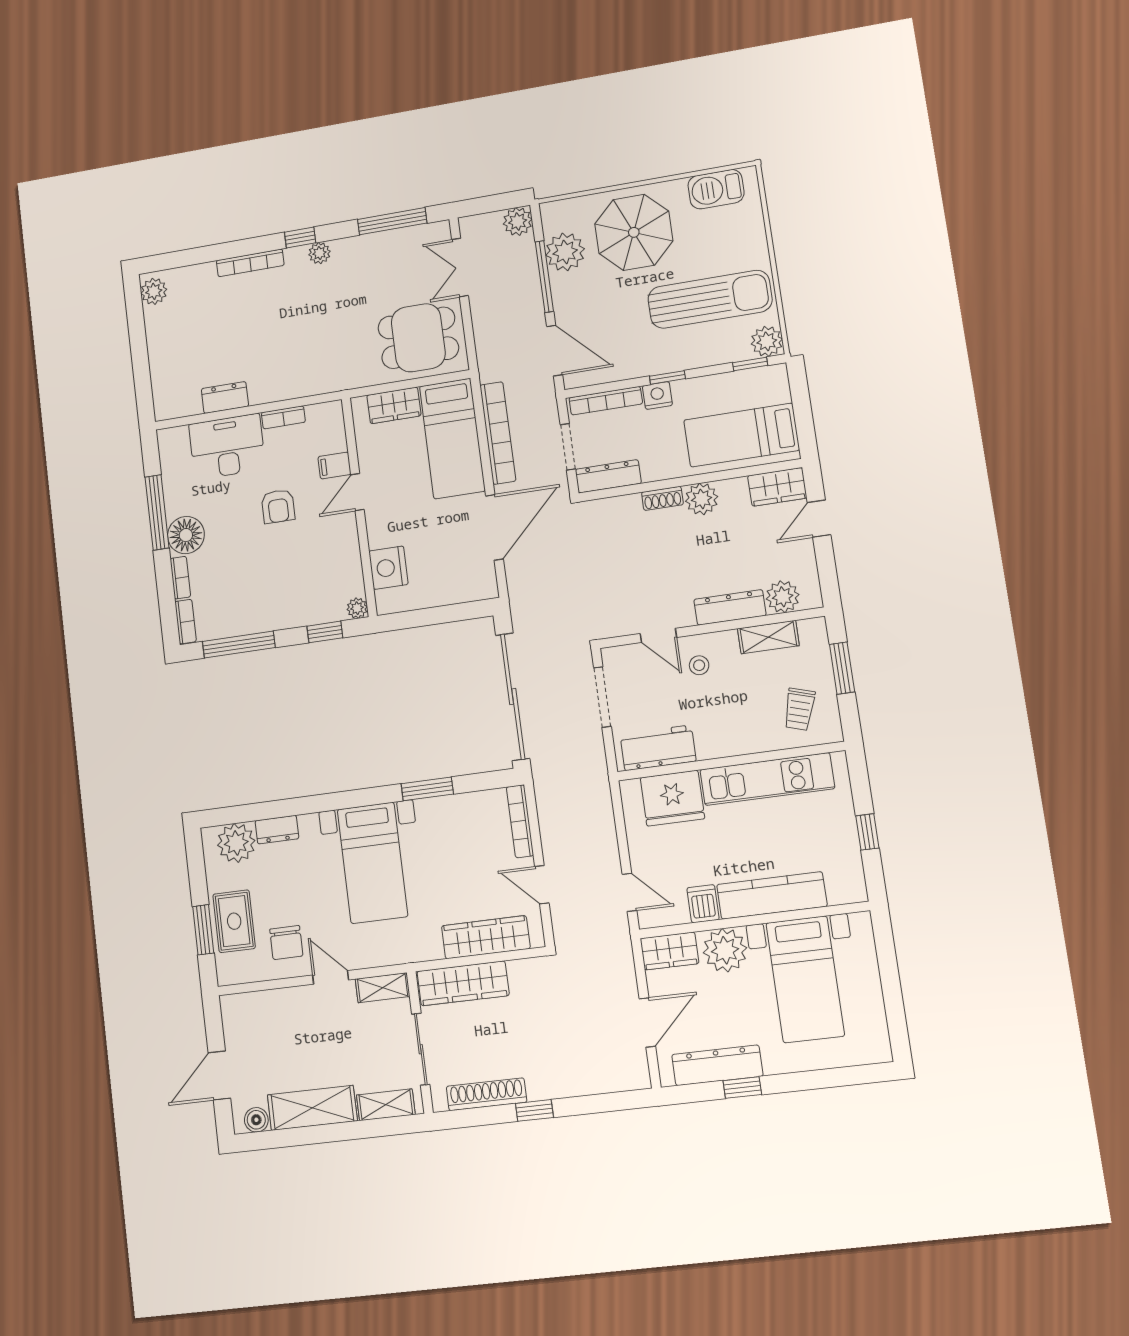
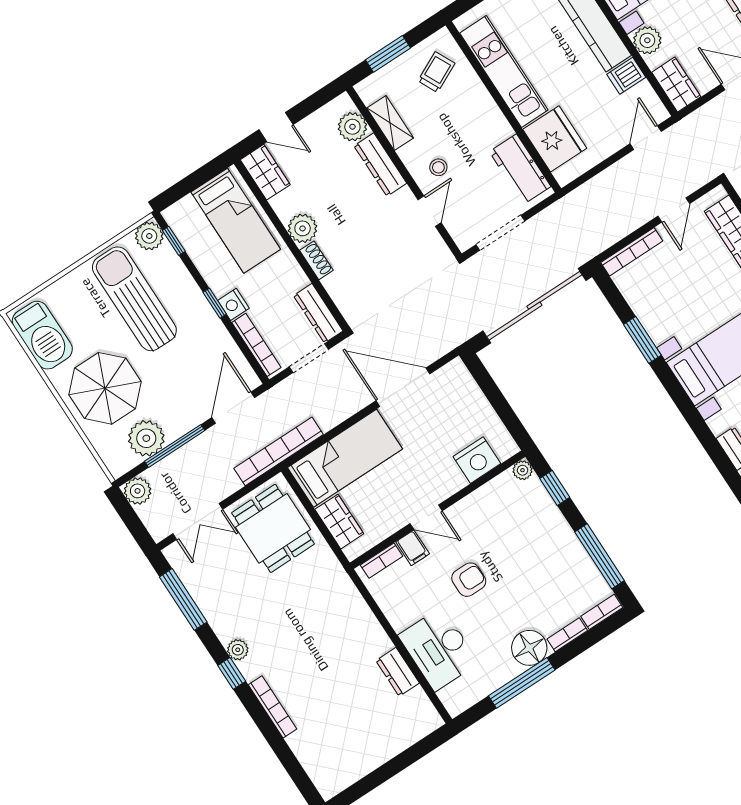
barbecue: (716, 189) -> (42, 335), width x1.37, depth x1.21
plant: (154, 291) -> (334, 781), removed
bookcase: (283, 417) -> (381, 561), moved, turned 90
bookcase: (498, 433) -> (279, 451), moved
trolley: (799, 709) -> (436, 72), turned -43
plant: (725, 950) -> (647, 40), width x0.73, depth x0.73

